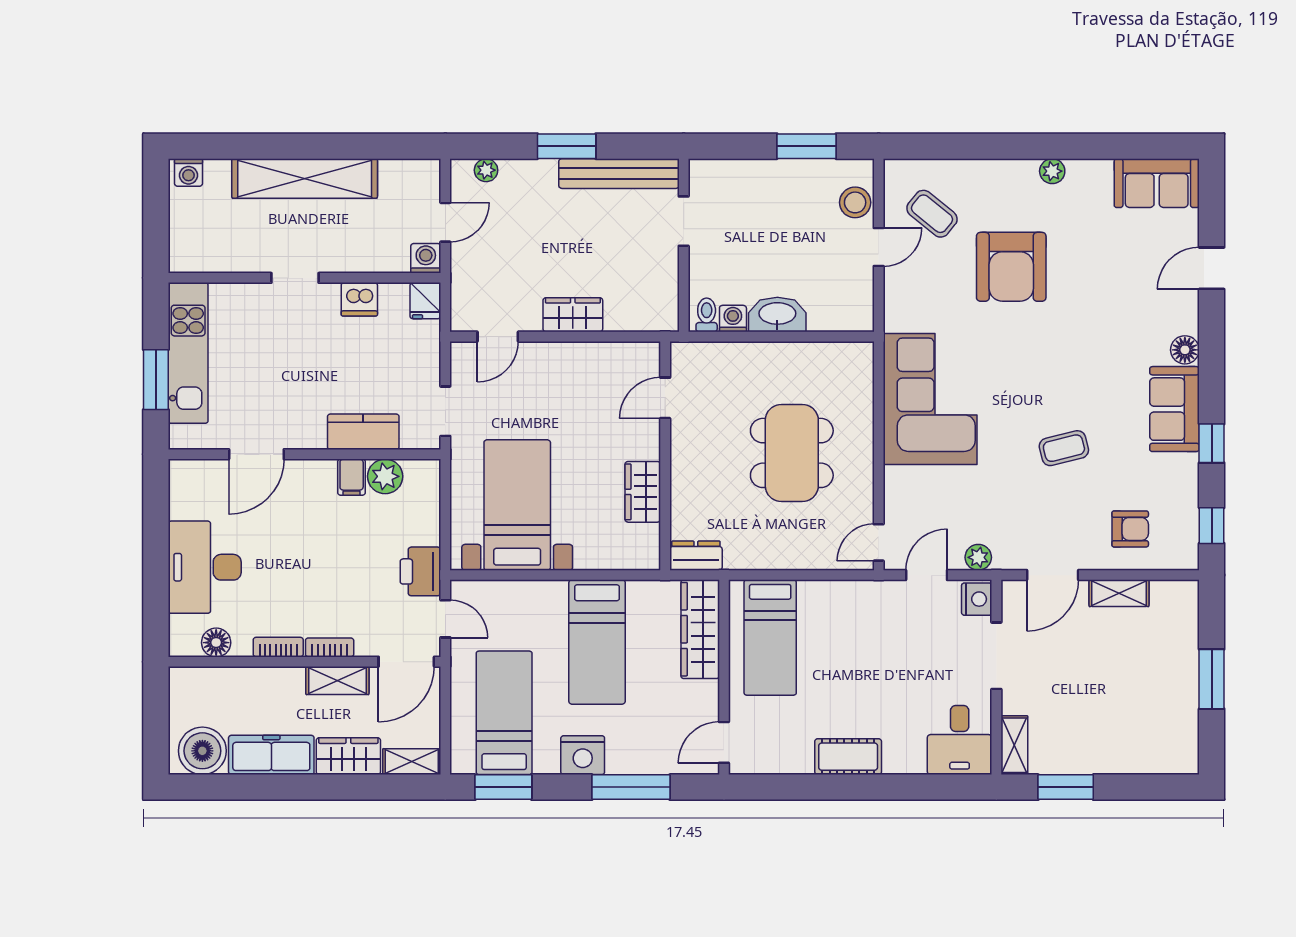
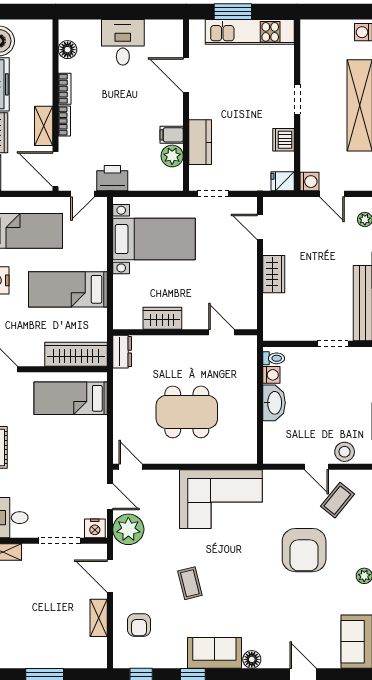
armchair: (1011, 267) -> (304, 550), turned -90
plant: (978, 557) -> (128, 529), width x1.88, depth x1.88
desk: (205, 567) -> (123, 42), width x0.73

